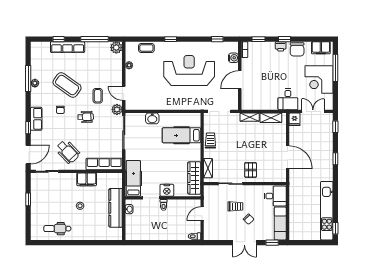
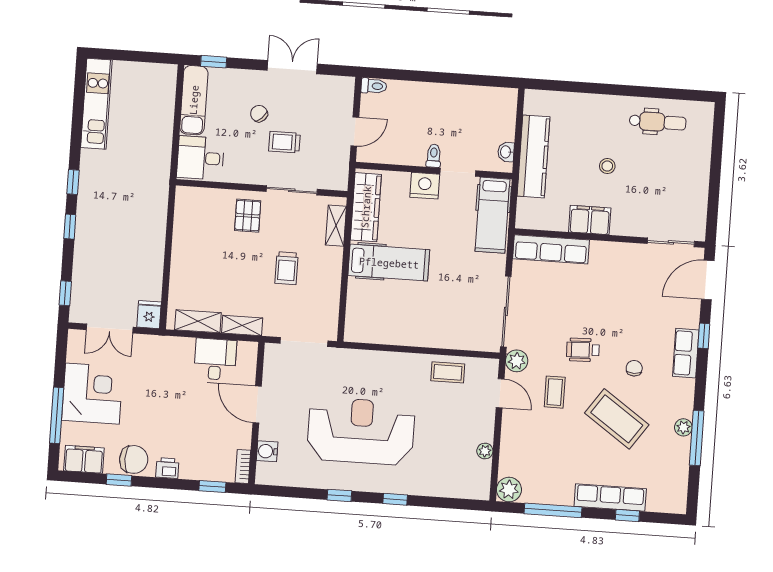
window: (217, 39) -> (339, 495), moved
window: (285, 39) -> (119, 480), moved
coffee table: (146, 48) -> (448, 372), moved
chair: (297, 49) -> (134, 459), turned 90
reception desk: (189, 71) -> (361, 431), turned 180
door: (240, 80) -> (257, 405), swing flipped
desk: (288, 99) -> (215, 361), moved
washbasin: (152, 118) -> (445, 337), removed
hospital bed: (181, 135) -> (389, 263), moved
trolley: (210, 140) -> (287, 268), moved
wheelchair: (68, 152) -> (625, 280), removed
door: (288, 157) -> (169, 237), removed
window: (28, 199) -> (714, 187), removed
kitchen unit: (327, 211) -> (96, 104), width x0.73
window: (335, 228) -> (73, 182), moved
double door: (244, 243) -> (292, 67), moved

